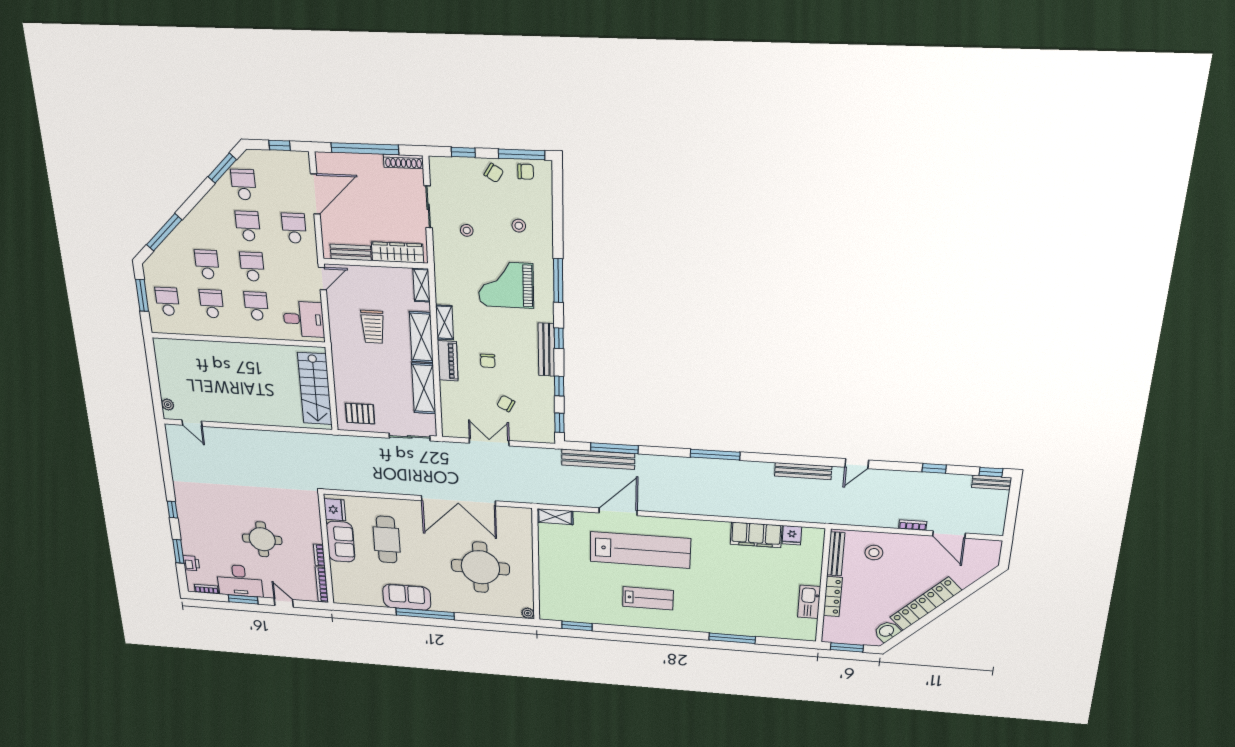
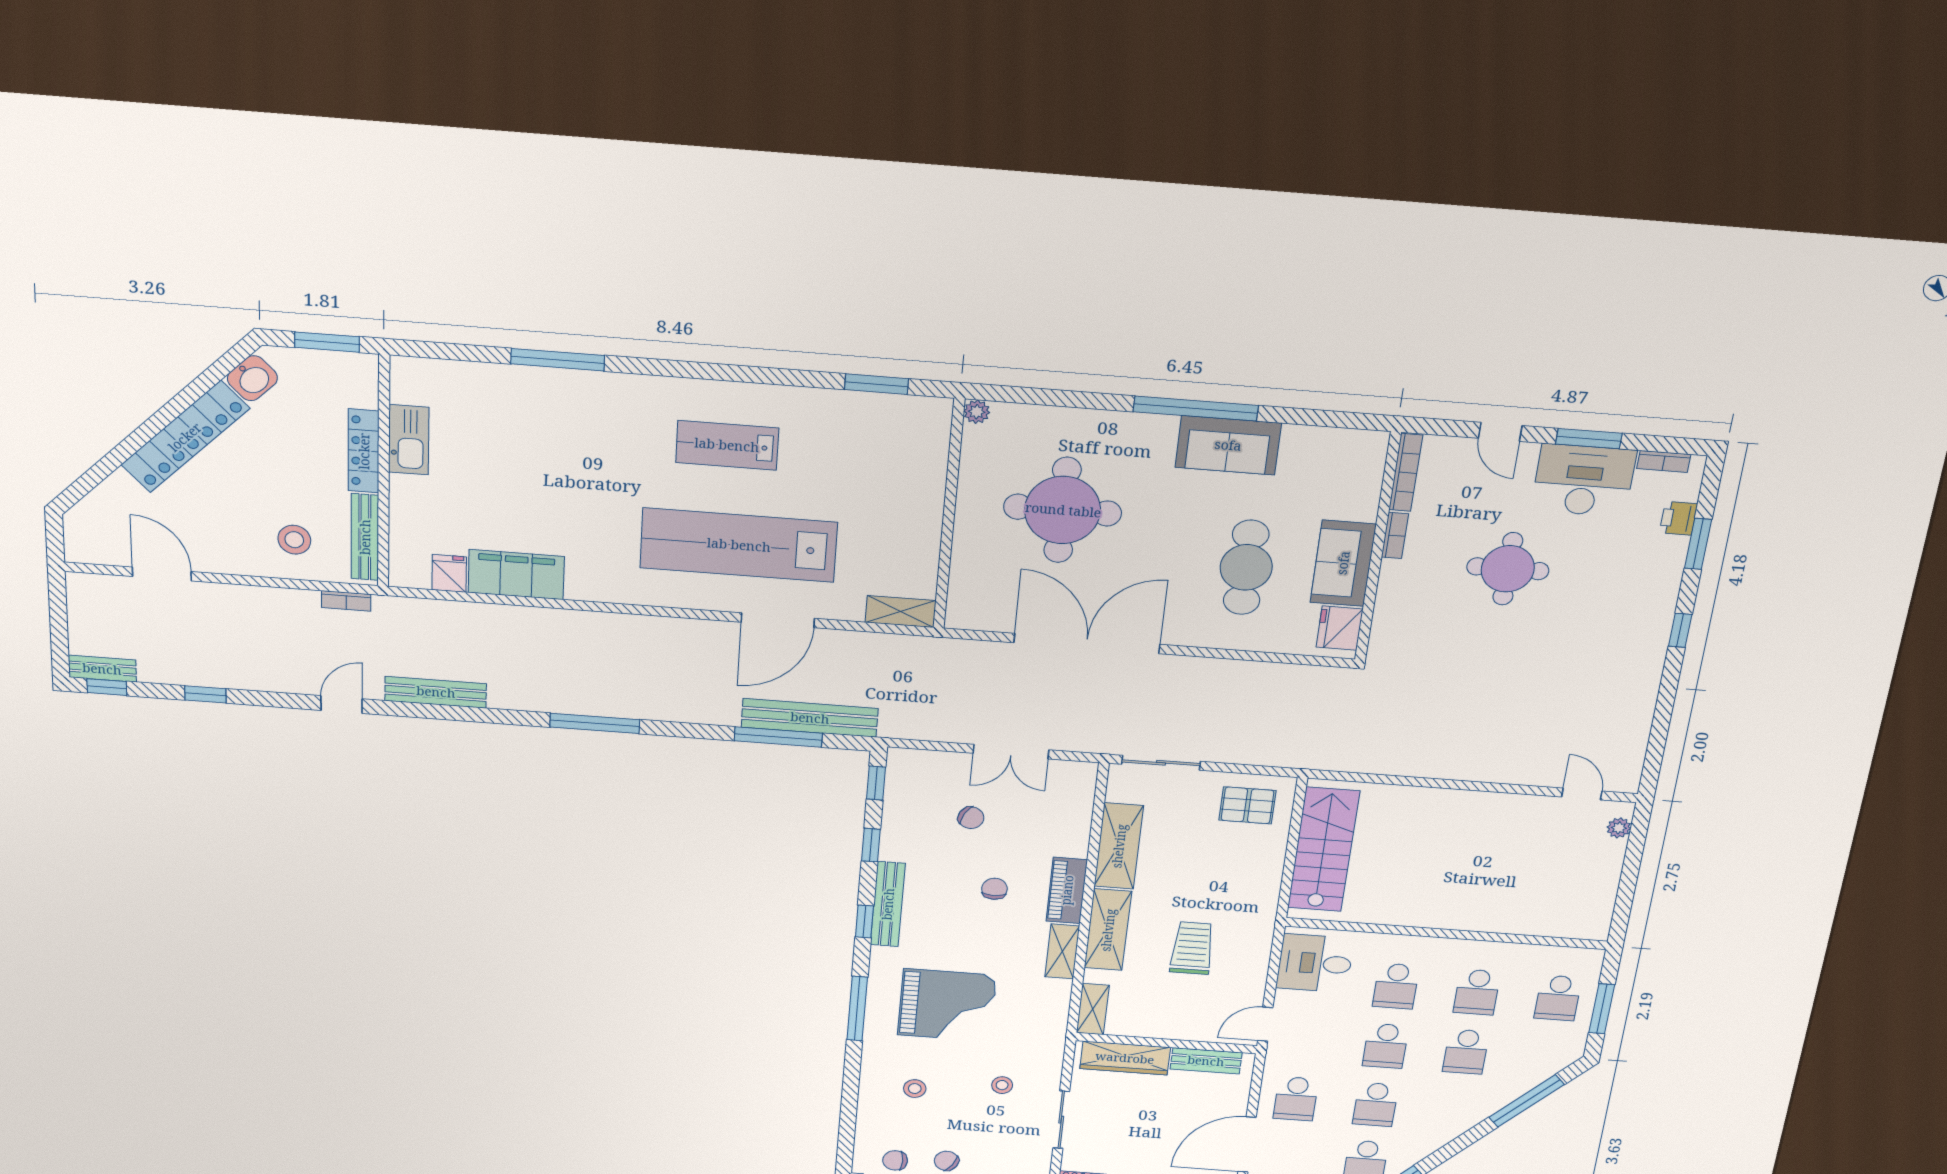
bookcase: (913, 525) -> (346, 601), moved

